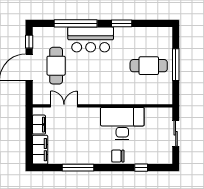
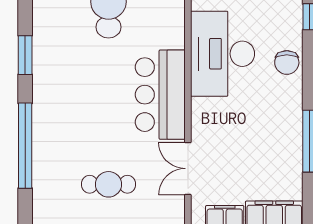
bar counter: (91, 39) -> (160, 95), moved, turned 180
cafe table: (56, 66) -> (108, 184), width x0.73, depth x0.74

